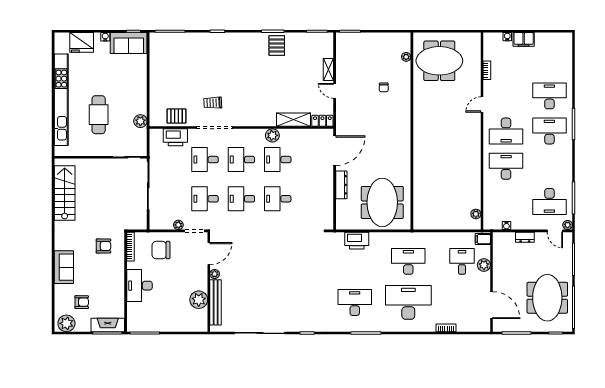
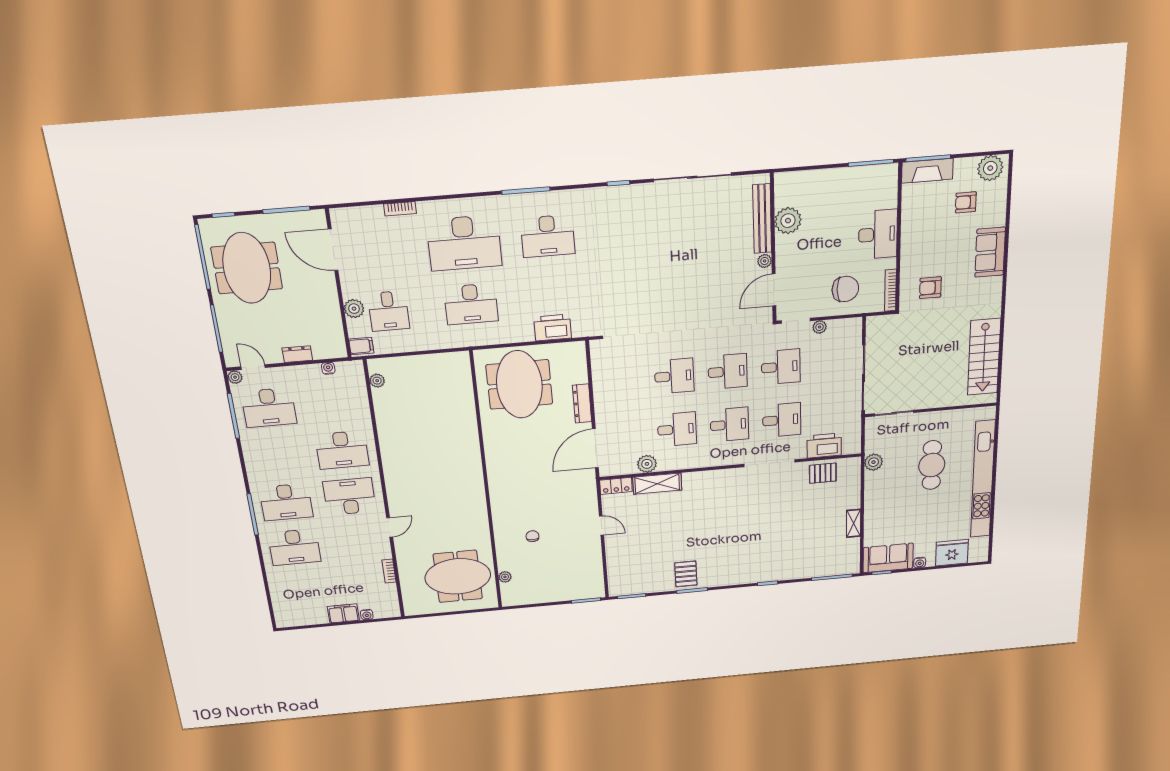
shelving: (328, 69) -> (854, 523), moved
trolley: (213, 103) -> (772, 495), removed
plant: (272, 135) -> (647, 464), moved
desk: (549, 201) -> (269, 408), turned 180

